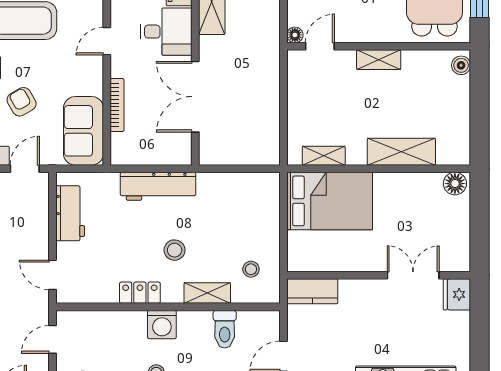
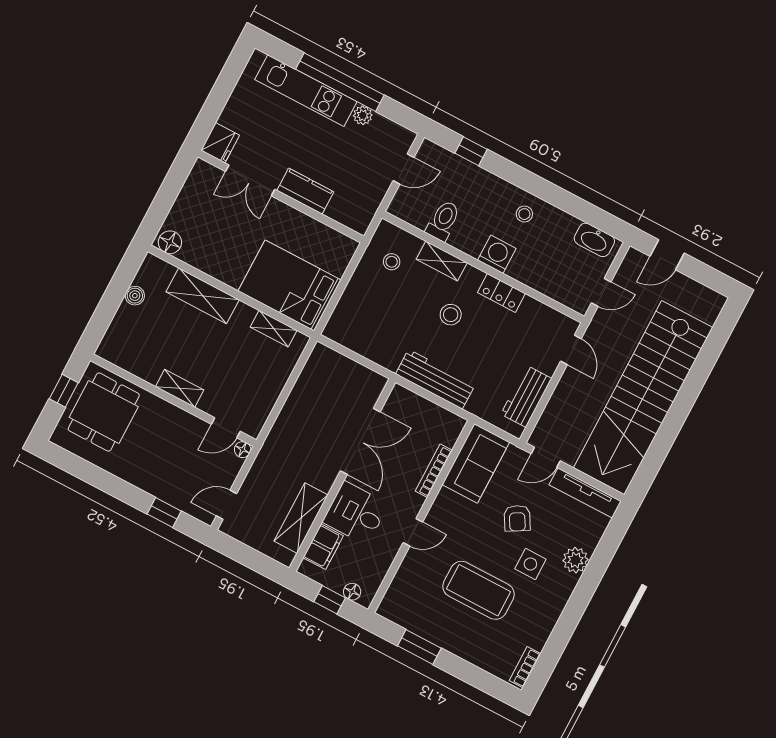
boiler: (461, 65) -> (135, 296), moved
kitchen counter: (312, 291) -> (305, 191), moved

